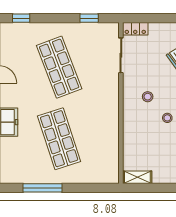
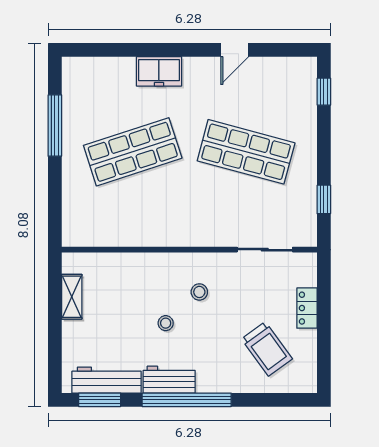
locker: (135, 29) -> (307, 308), moved
shop shelf: (59, 67) -> (246, 152), turned 36
shelving: (137, 177) -> (72, 297), moved

